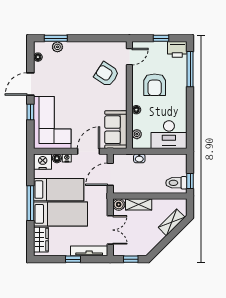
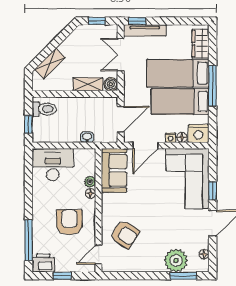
plant: (57, 47) -> (176, 260), width x1.88, depth x1.88
plant: (137, 134) -> (90, 182), moved
window: (190, 181) -> (29, 124), moved
window: (73, 259) -> (137, 21), moved

